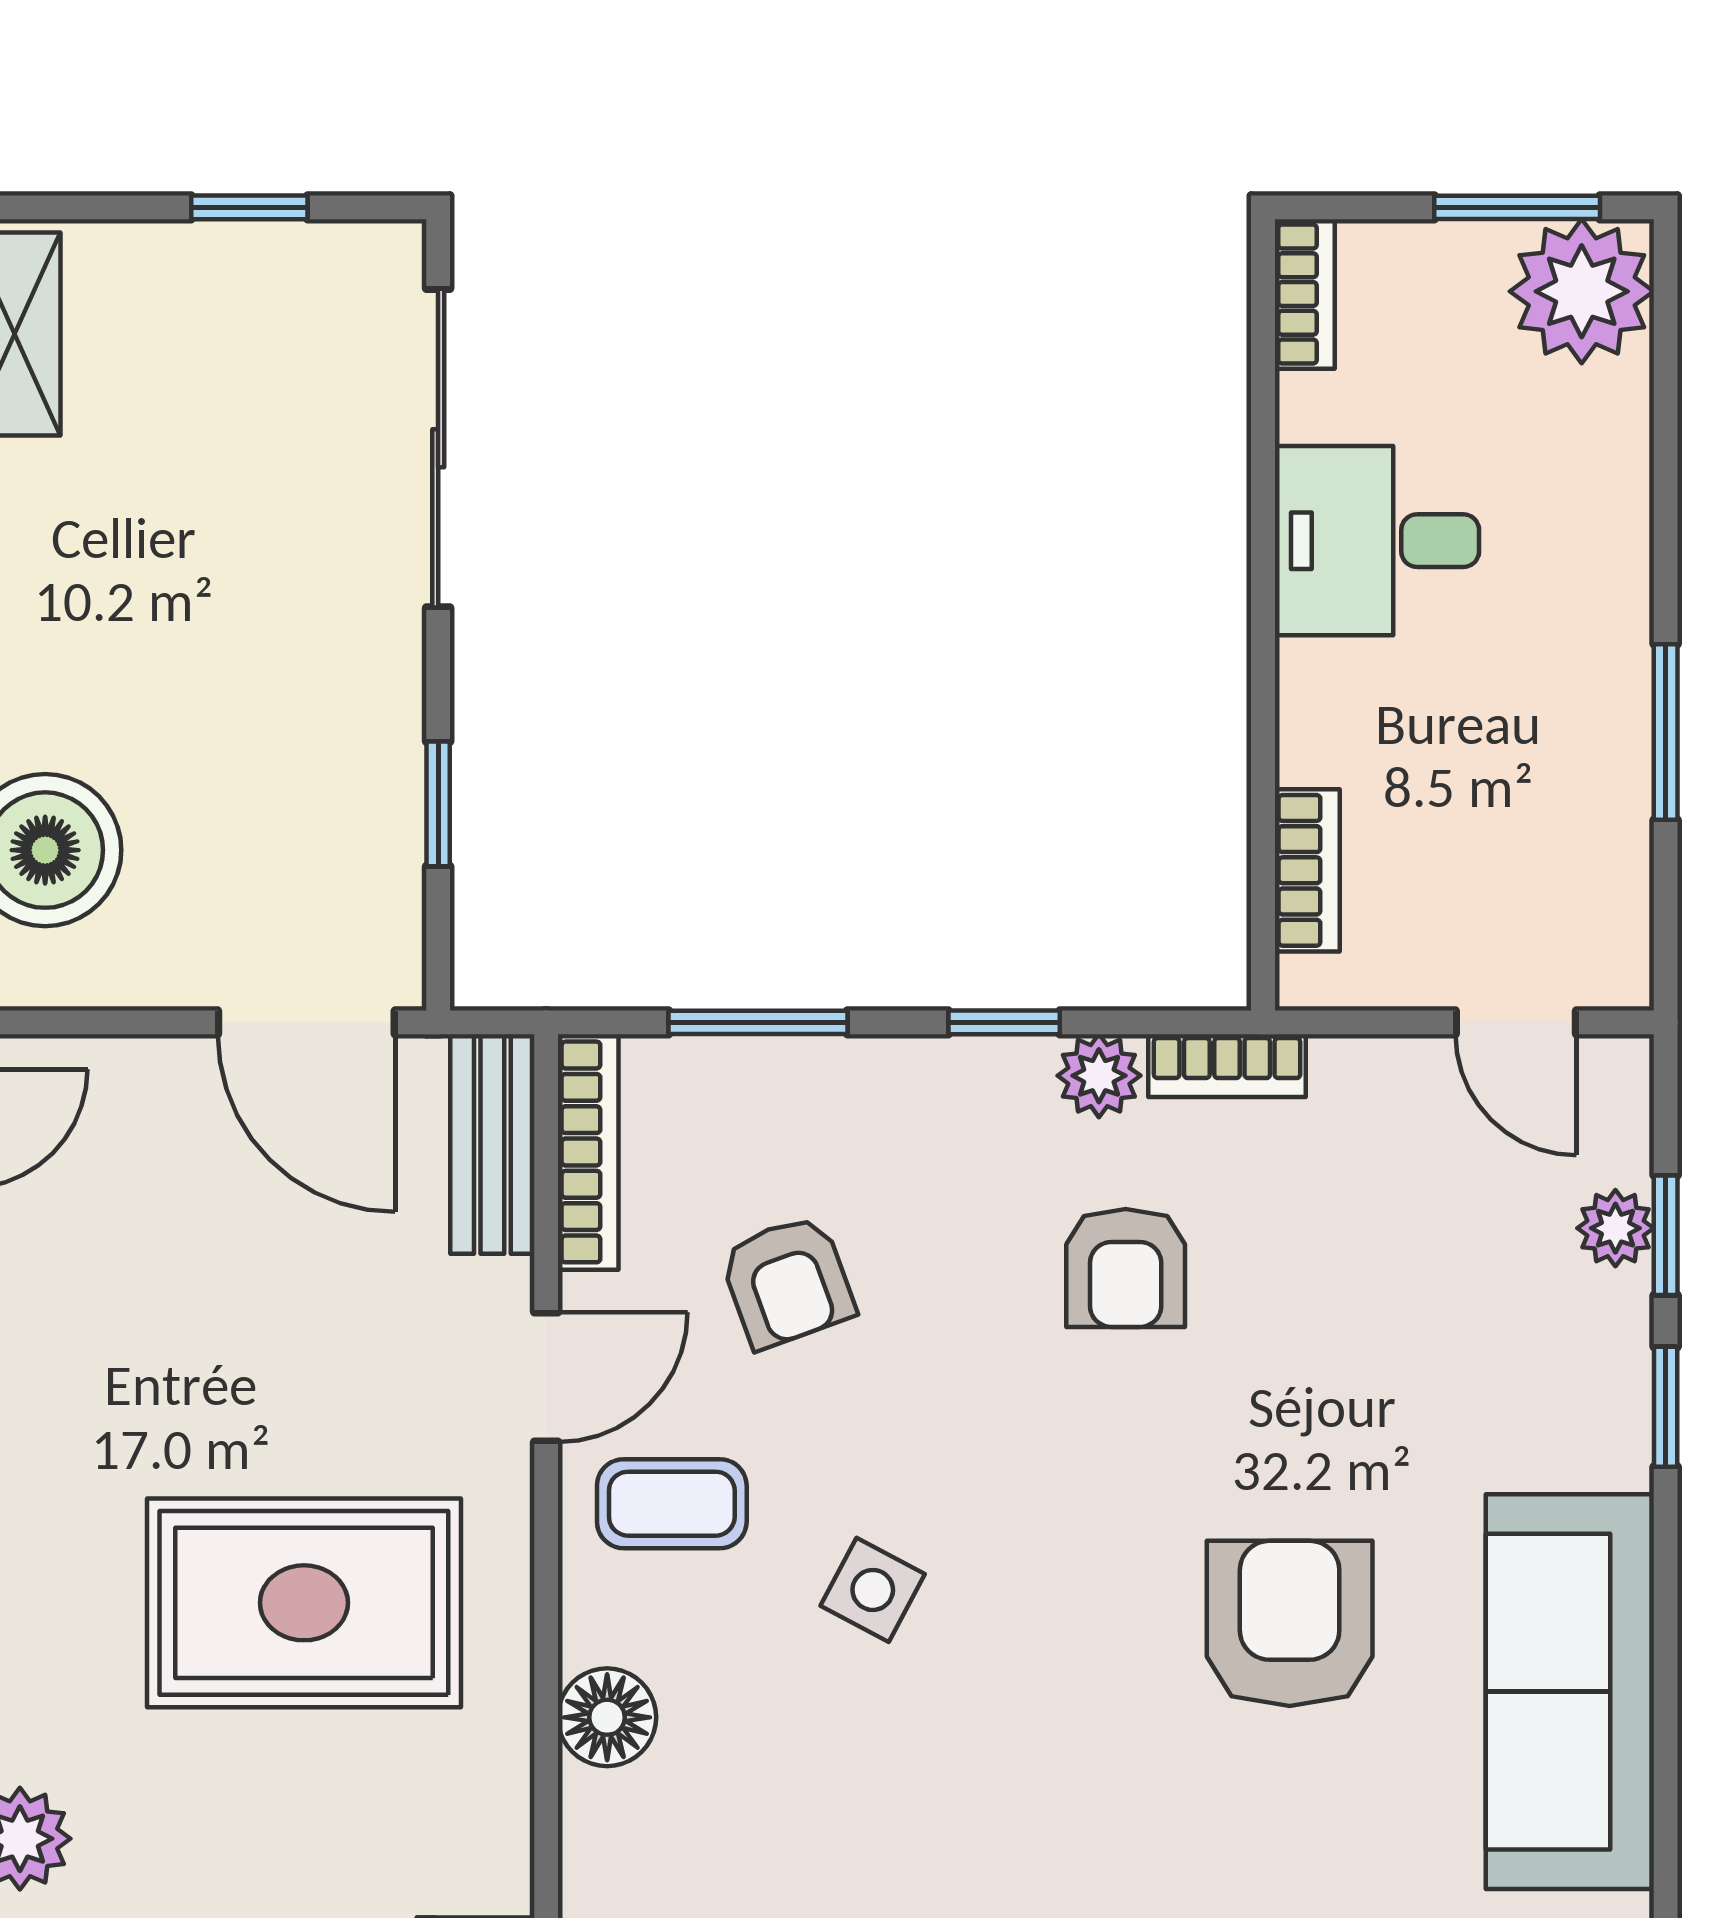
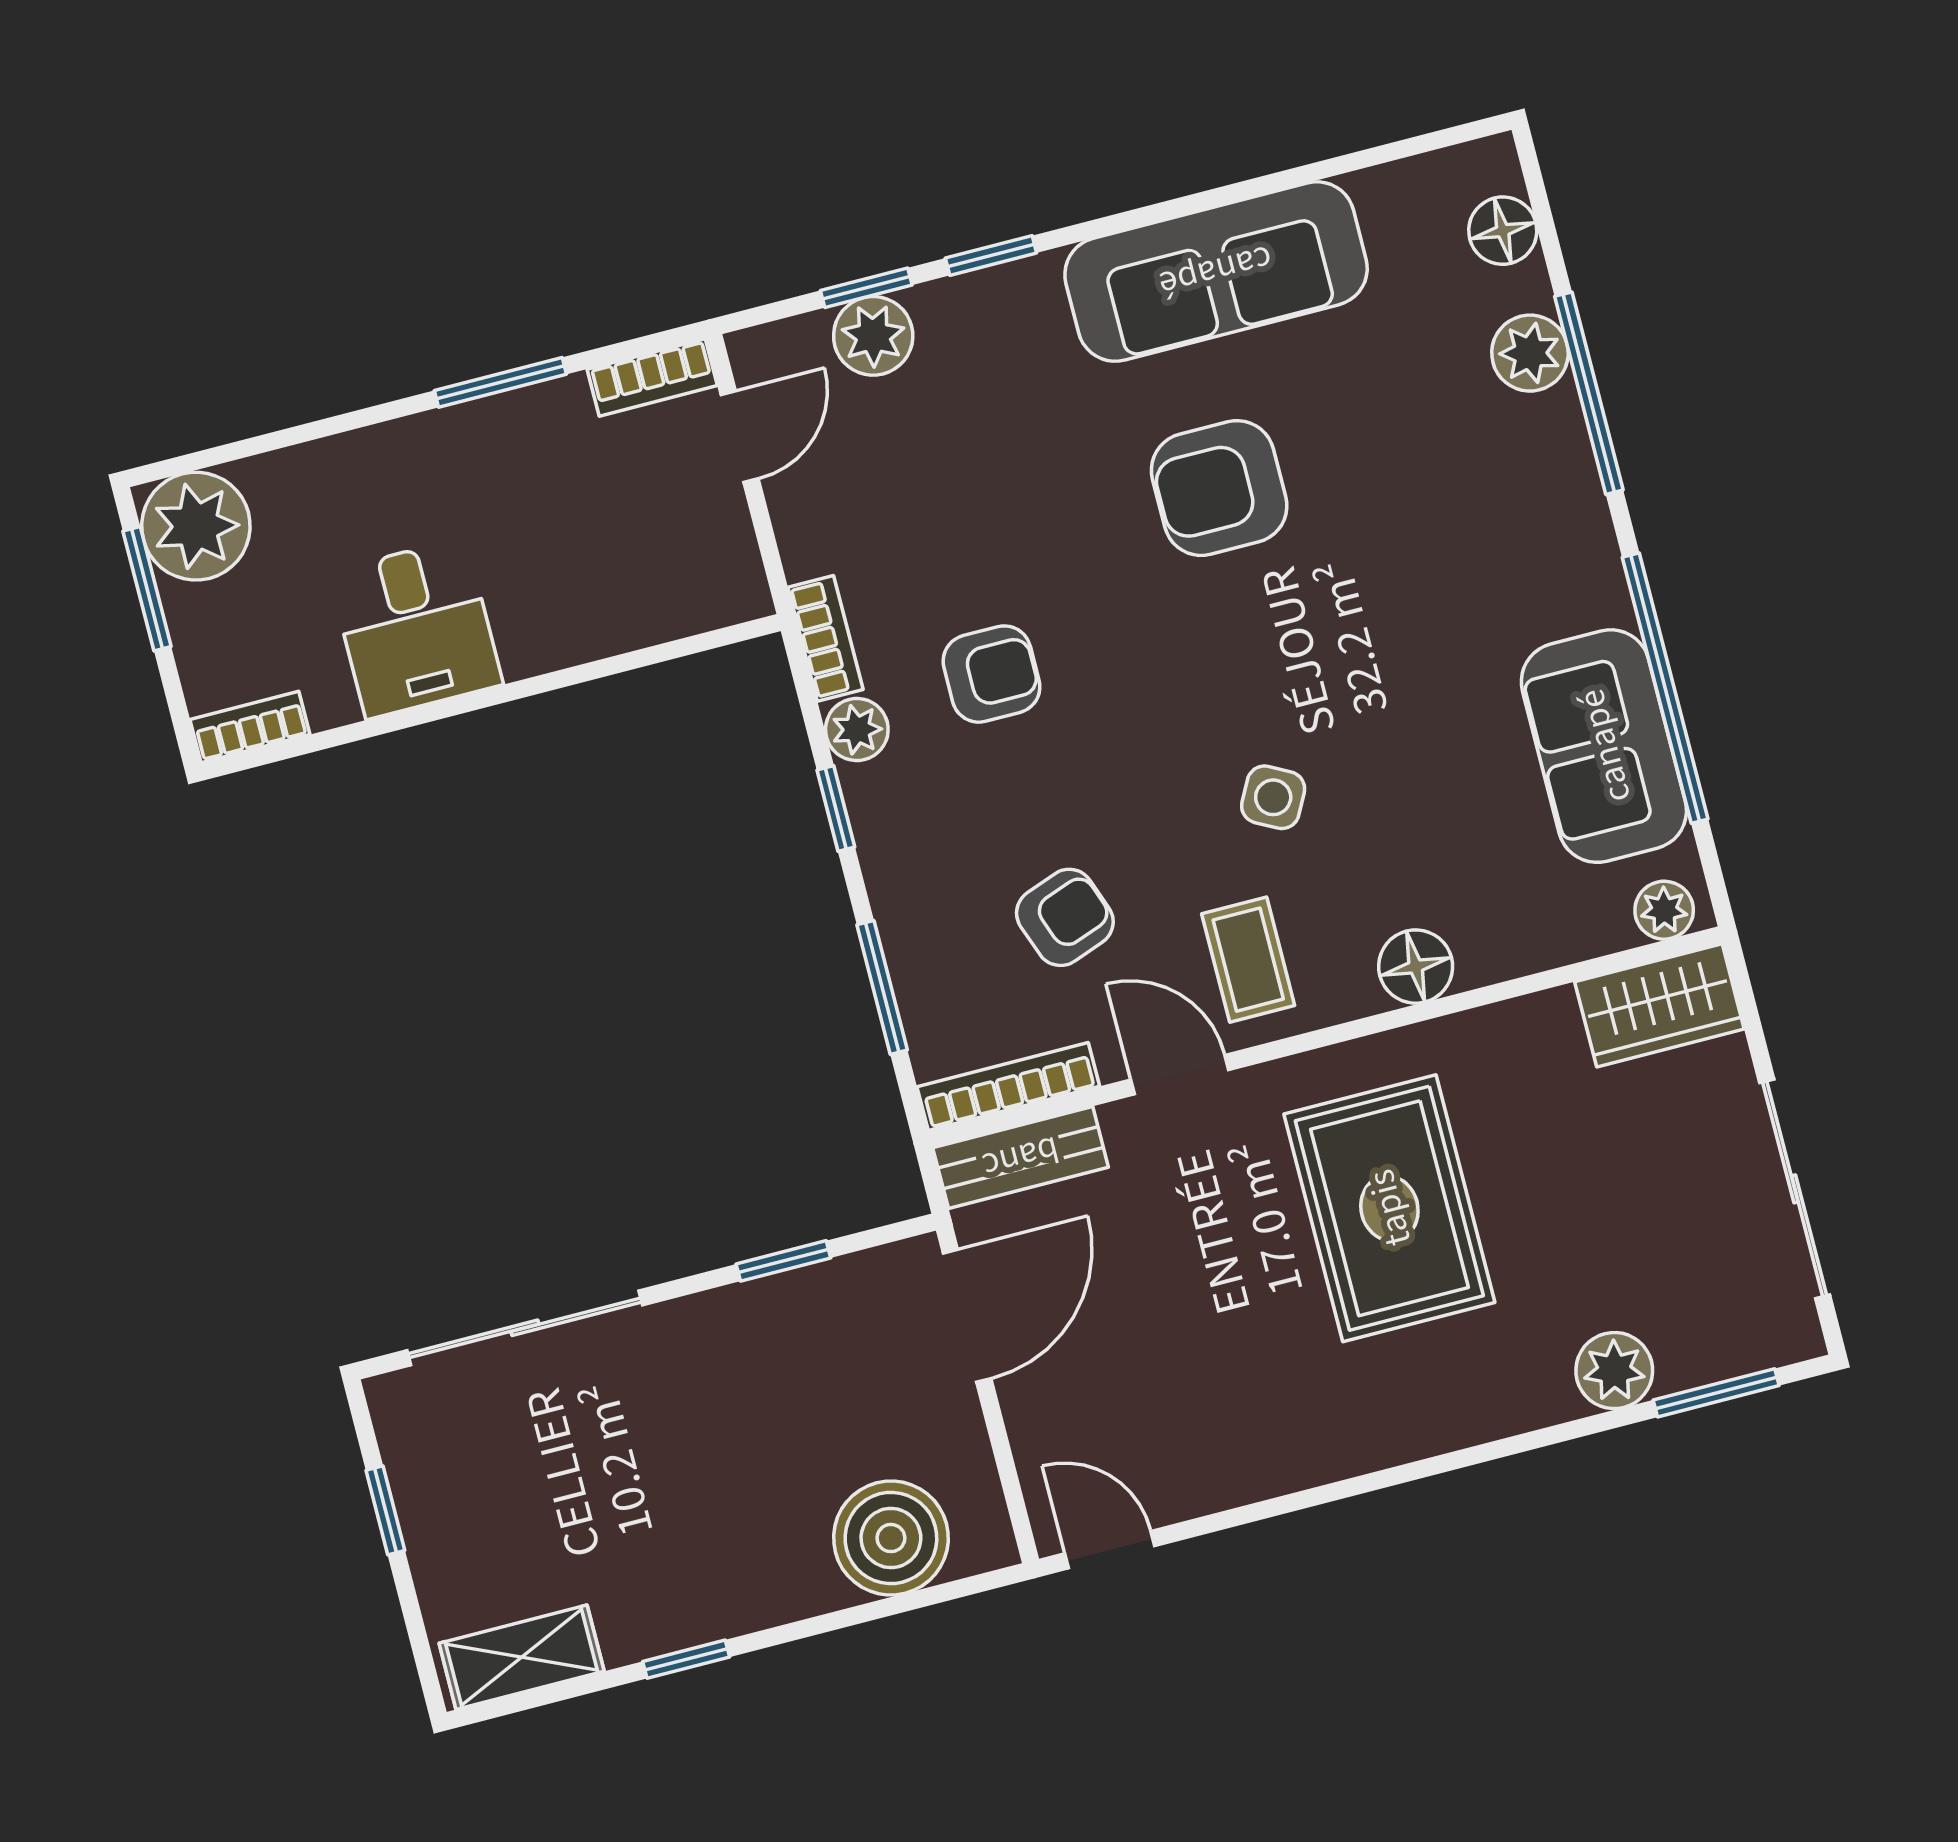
bookcase: (1307, 870) -> (652, 377), moved, turned 180
plant: (1615, 1228) -> (873, 336), width x1.38, depth x1.38

